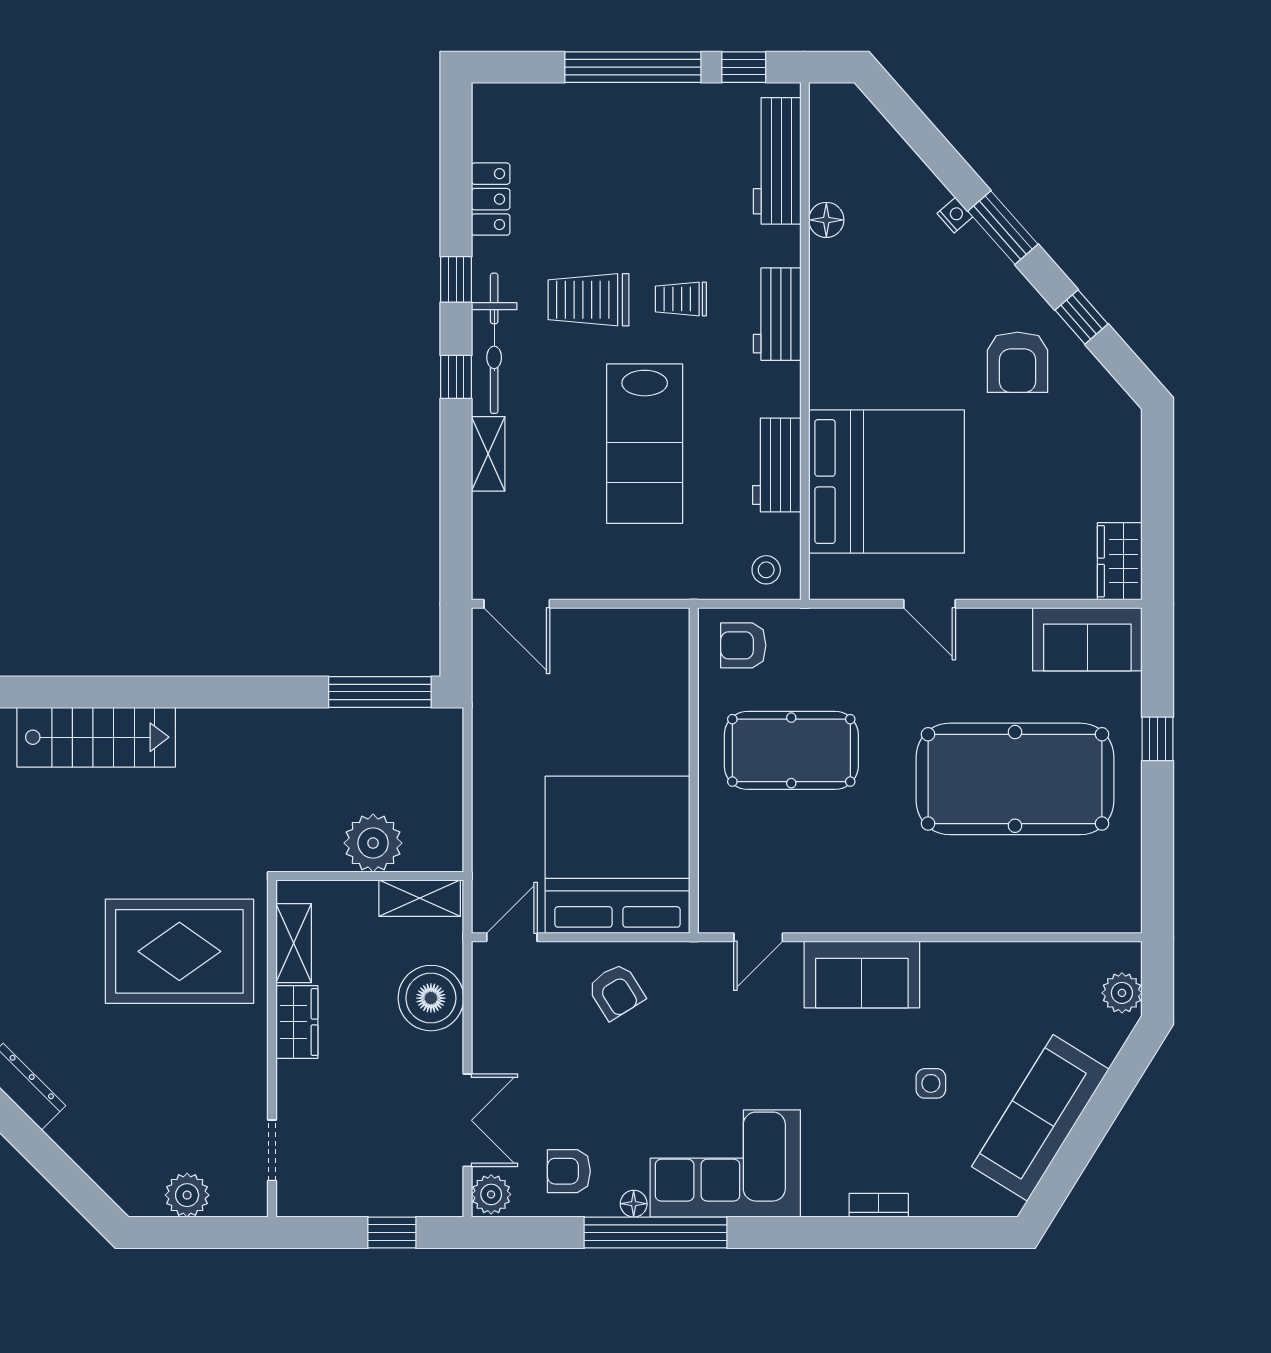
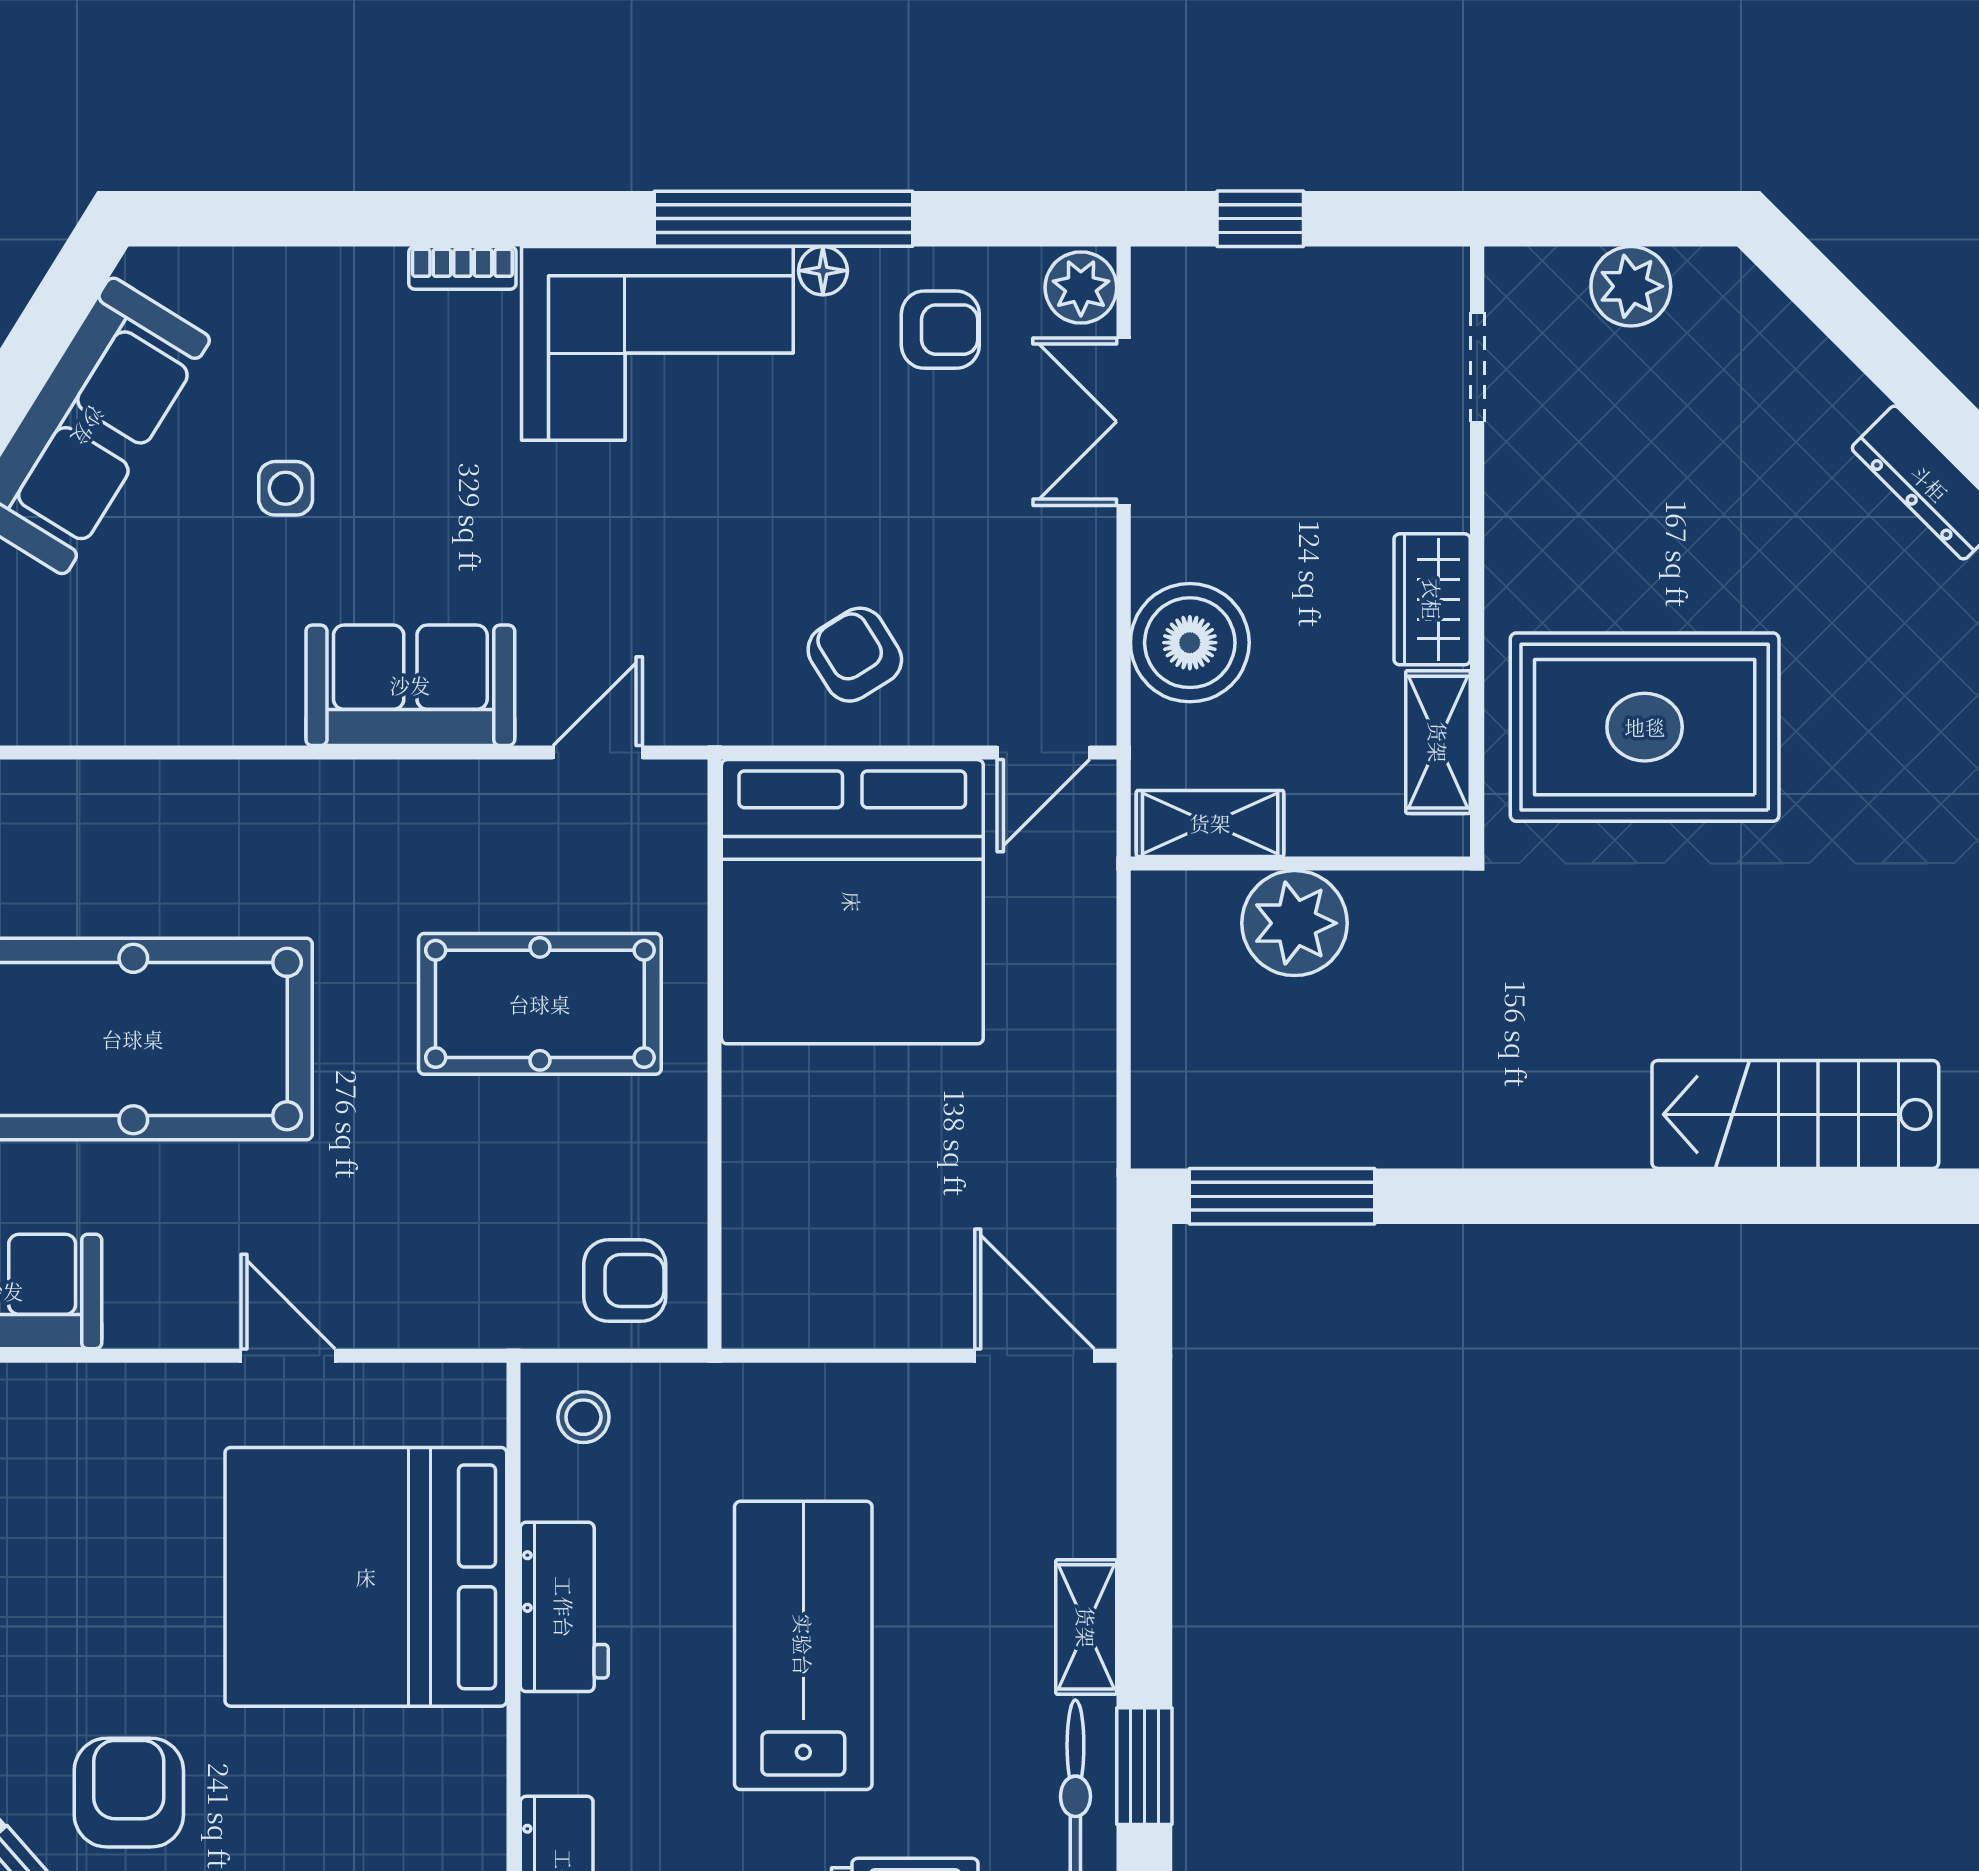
window: (456, 377) -> (1144, 1766), width x1.50
pool table: (791, 750) -> (540, 1004), moved
bookcase: (879, 1205) -> (462, 268), moved

